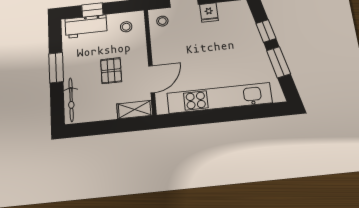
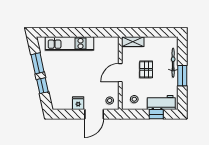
door: (152, 79) -> (120, 73), moved
kitchen unit: (219, 98) -> (69, 43), width x0.73
bicycle: (71, 100) -> (173, 63), moved

